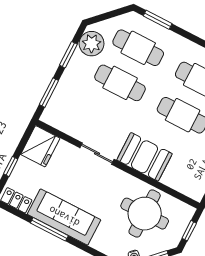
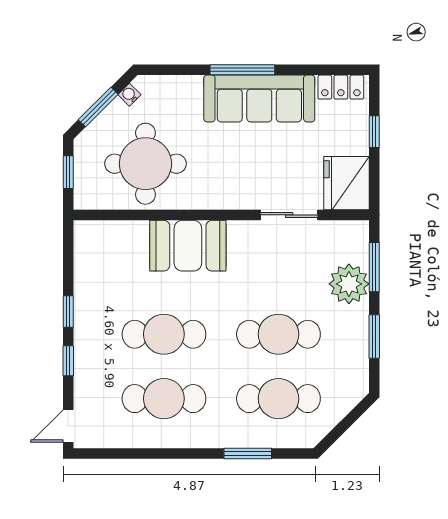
window: (158, 20) -> (248, 454), moved
plant: (92, 44) -> (349, 284), moved
sliding door: (97, 154) -> (289, 215), moved
window: (49, 229) -> (242, 70), moved

